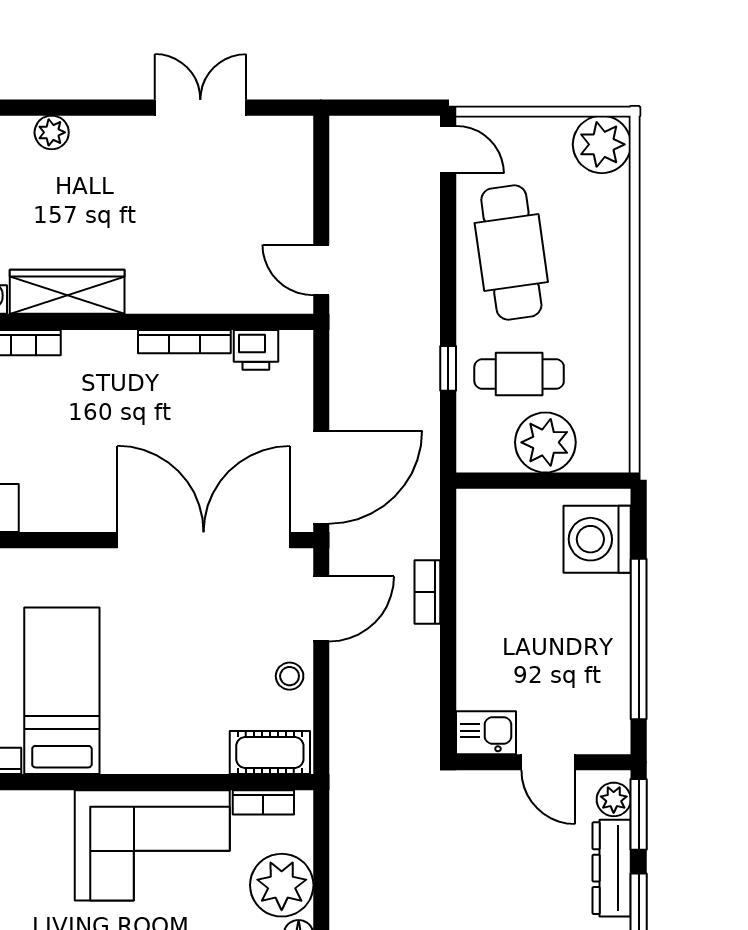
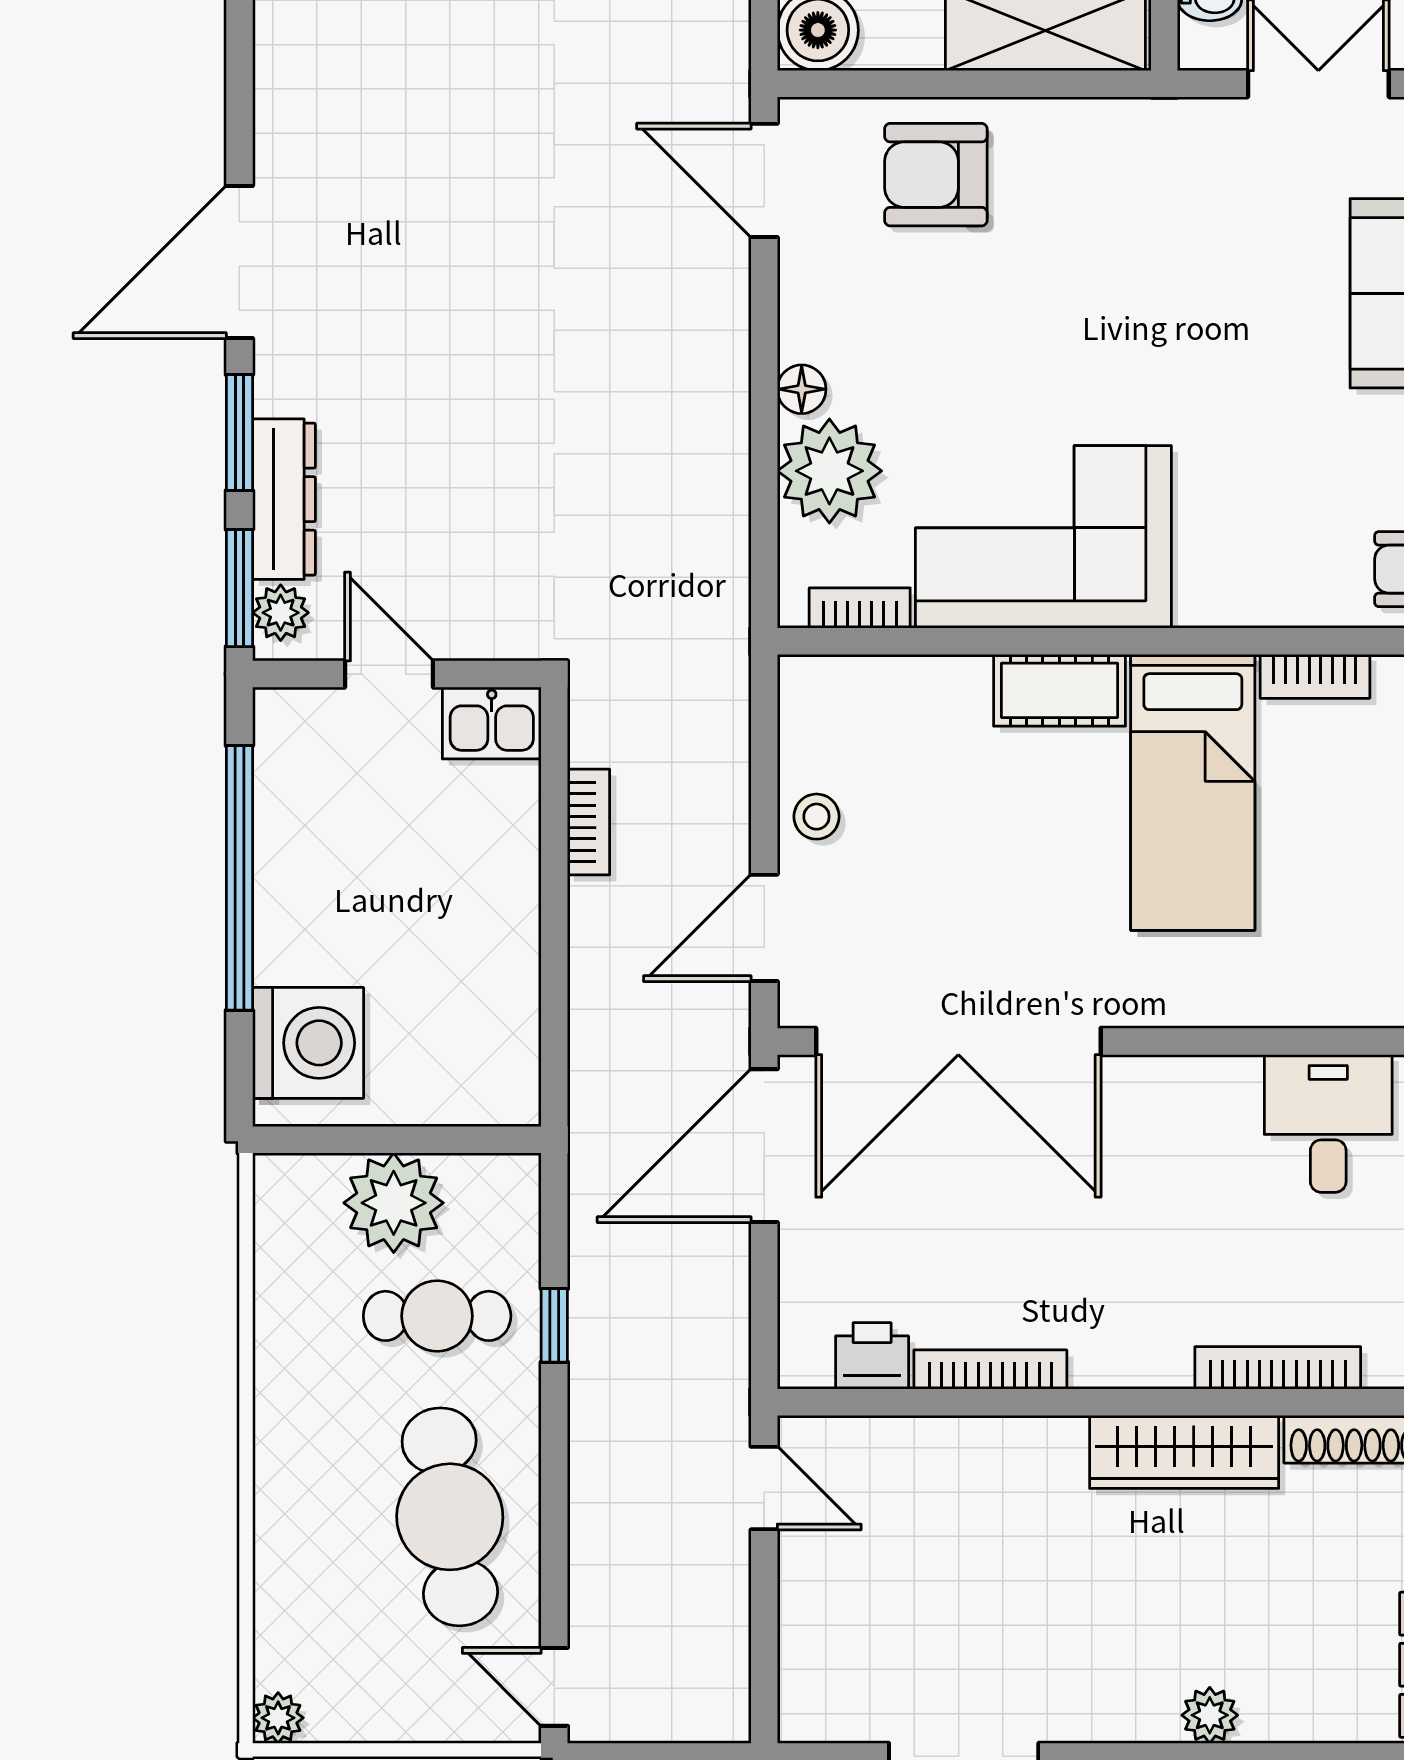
plant: (602, 144) -> (278, 1718), width x0.53, depth x0.53
bookcase: (427, 592) -> (589, 822), moved
cot: (270, 753) -> (1059, 690), moved

